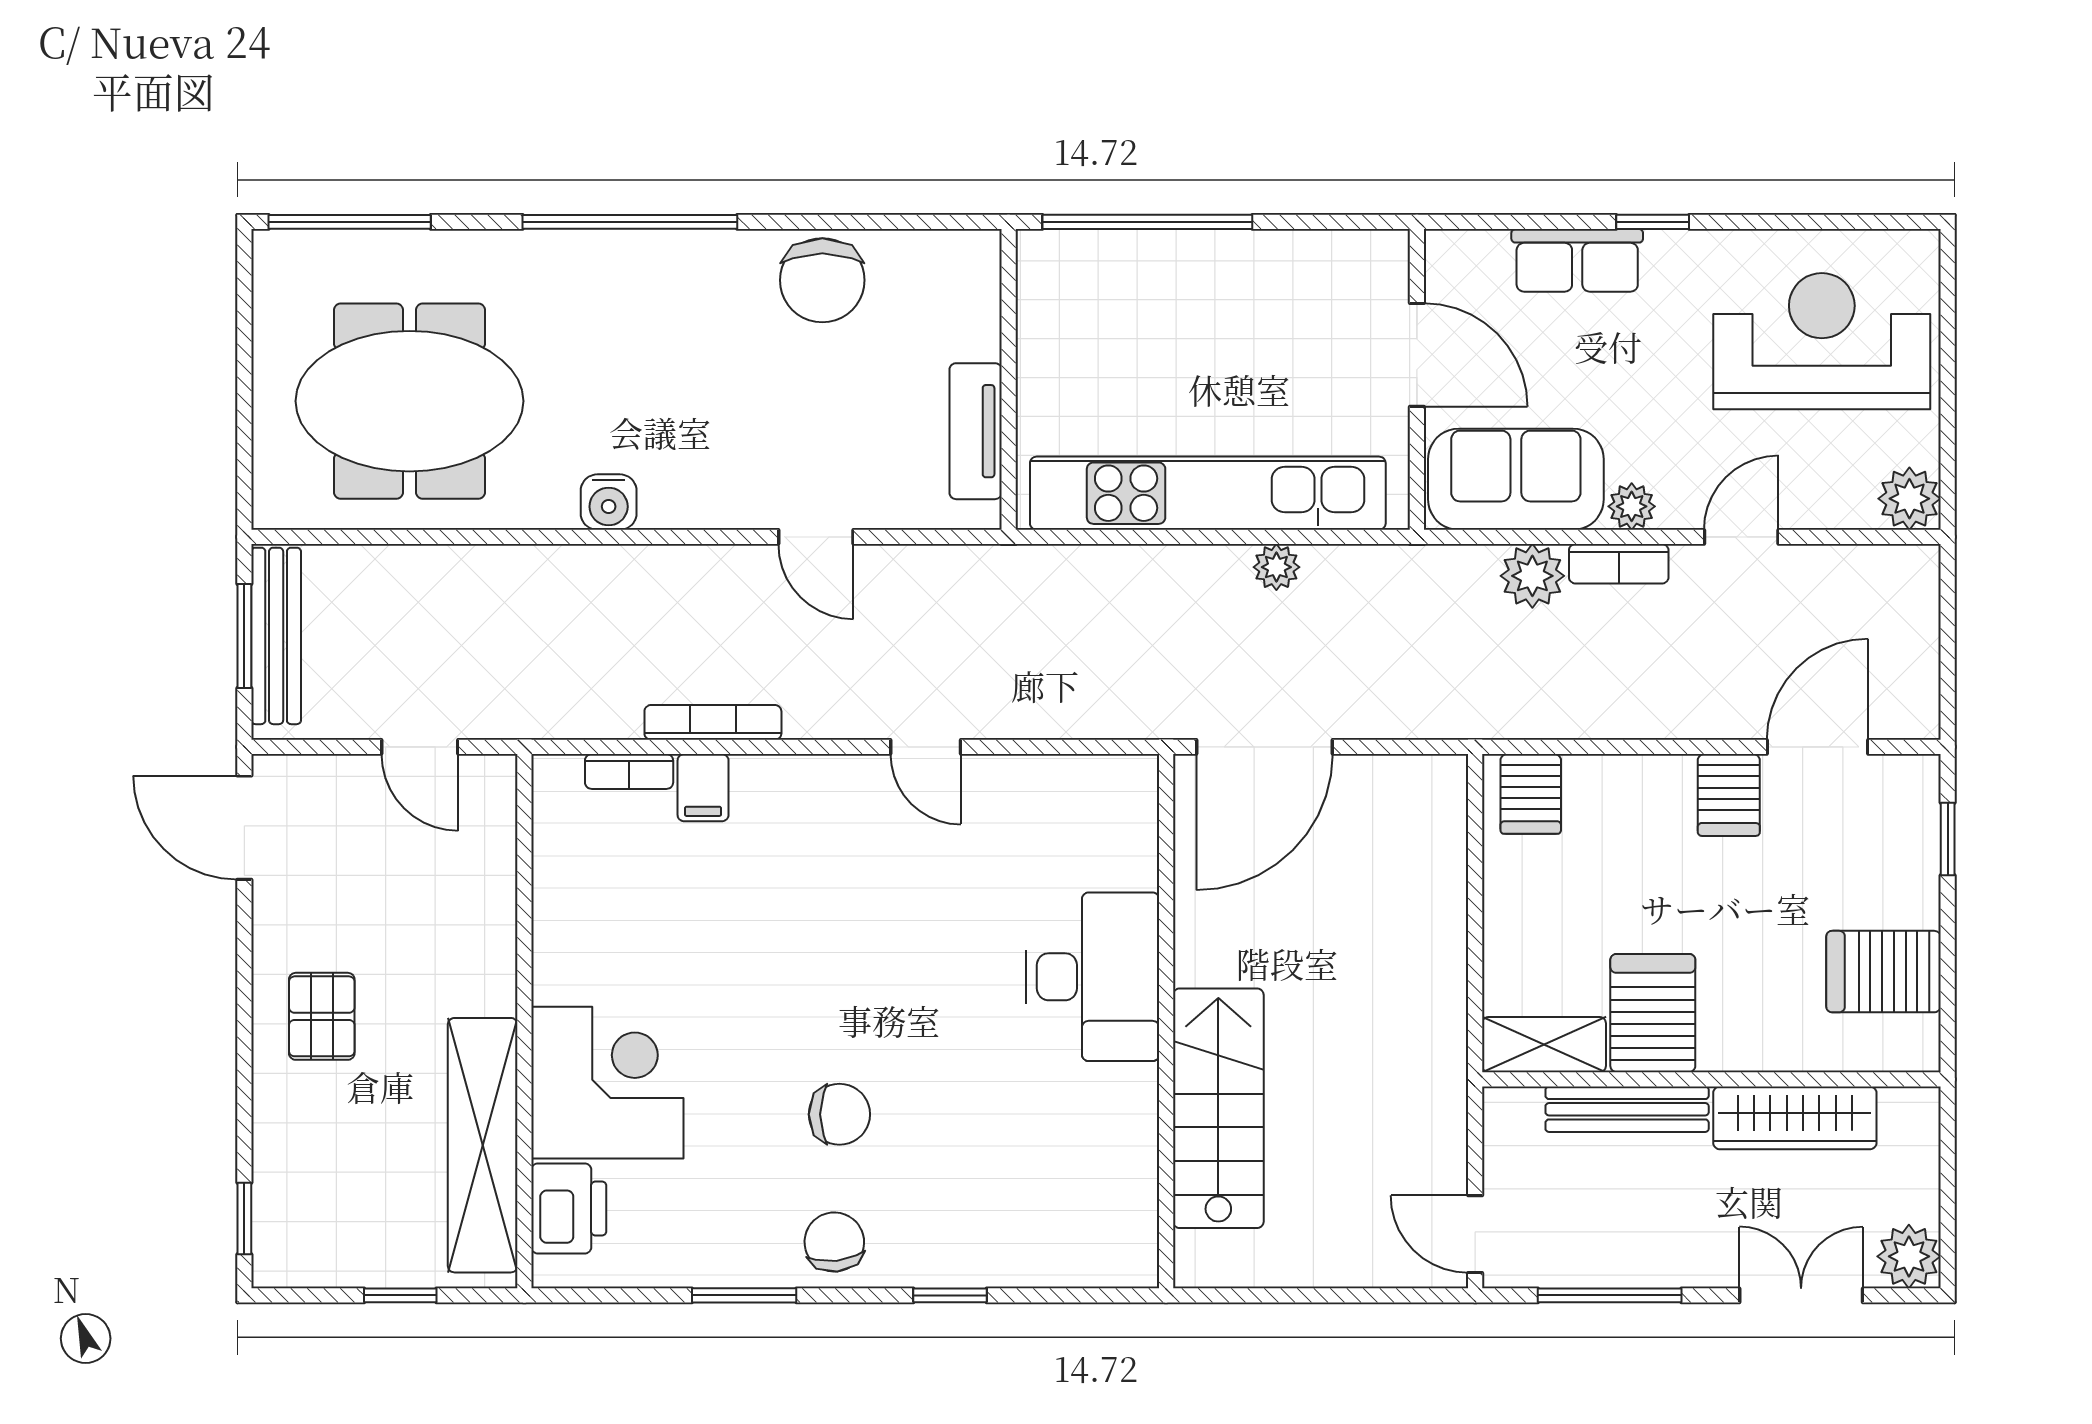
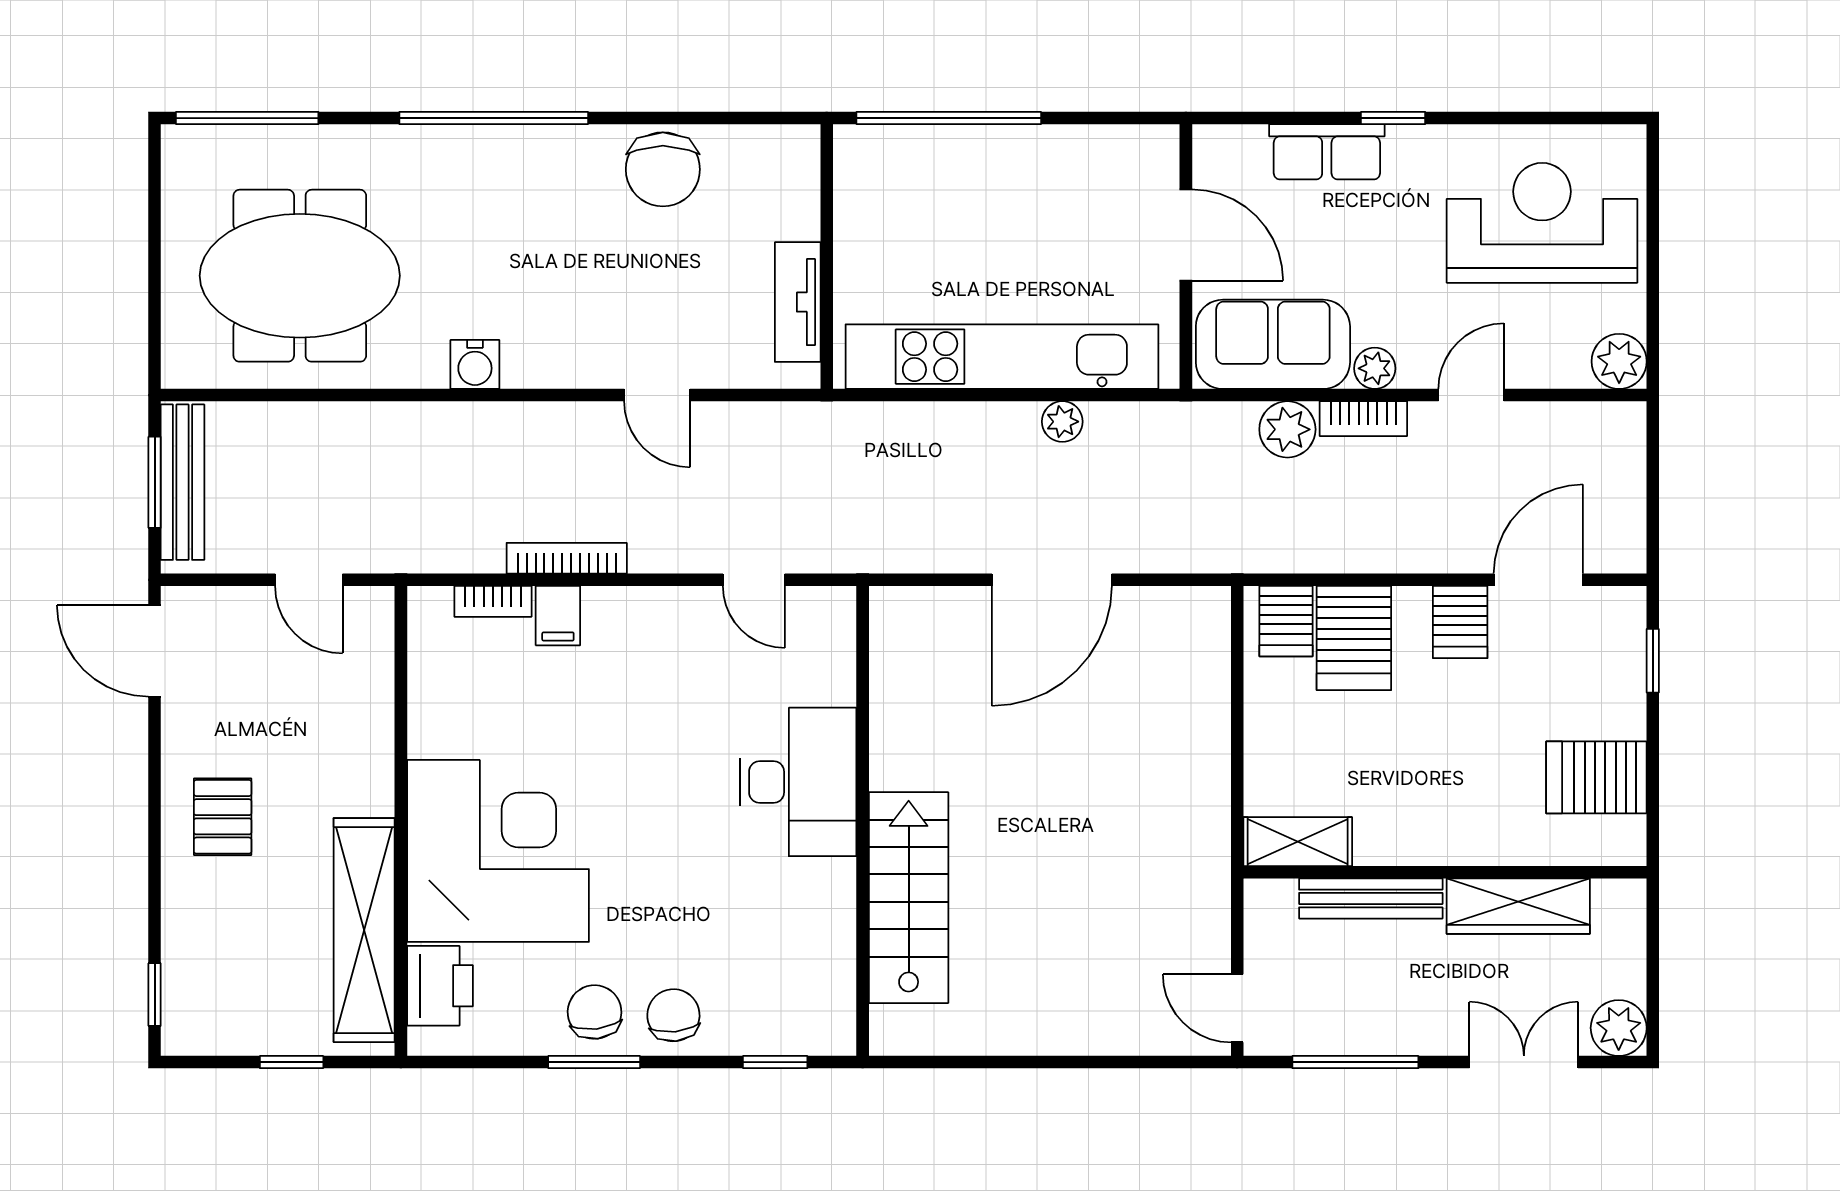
desk: (1093, 977) -> (798, 782), moved
server rack: (1653, 1013) -> (1354, 638), moved, turned 180
wall: (1166, 1021) -> (863, 821), moved
corner desk: (607, 1083) -> (498, 851), width x1.36, depth x1.36
stairs: (1218, 1108) -> (909, 898), moved
chair: (839, 1114) -> (595, 1012), moved, turned -97

